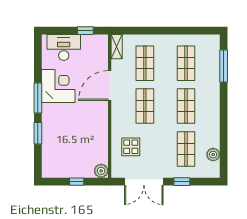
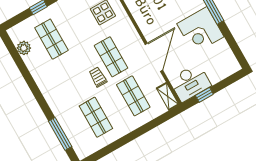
desk: (64, 47) -> (190, 83), moved
trolley: (165, 96) -> (98, 77), added
shop shelf: (186, 106) -> (74, 78), removed

